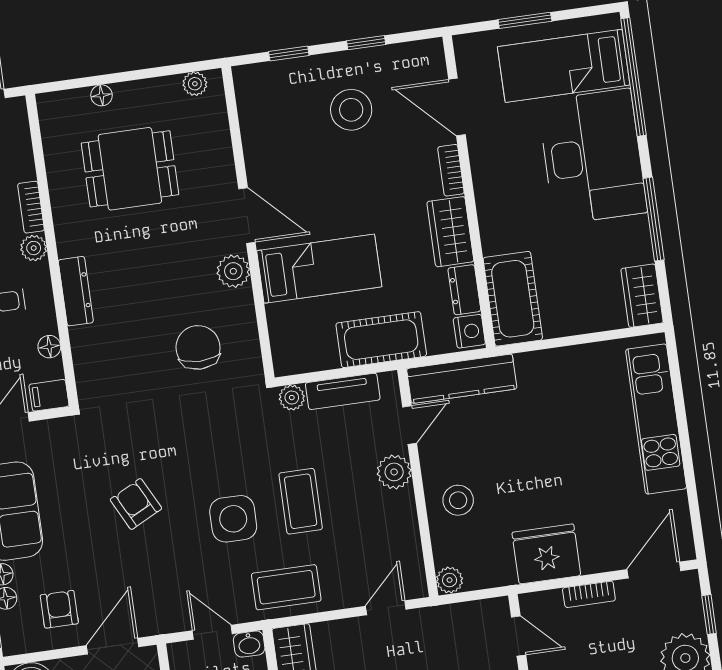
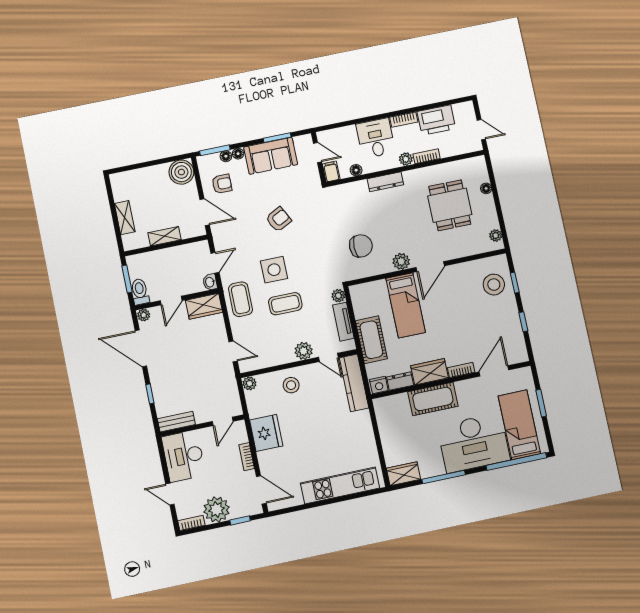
stool: (351, 110) -> (494, 285), moved
cot: (513, 299) -> (433, 399), moved

